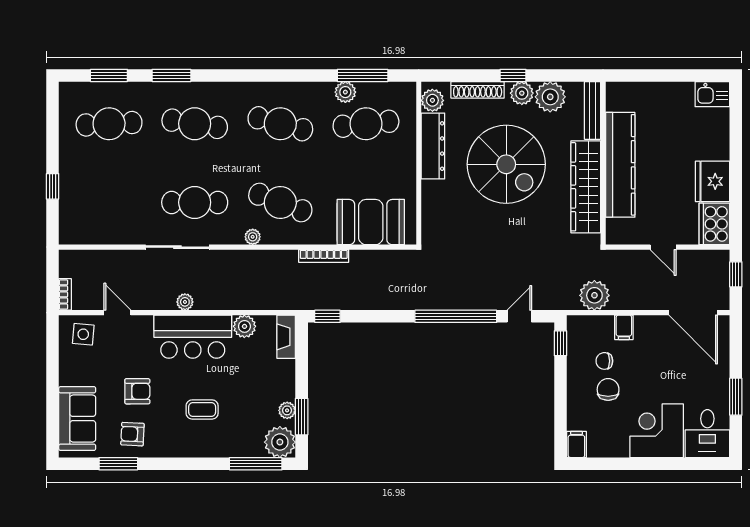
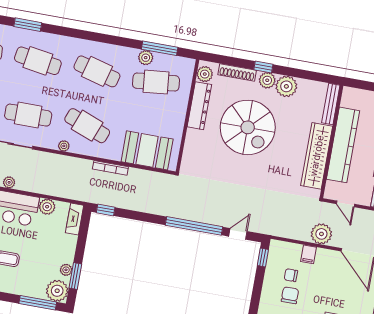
bench: (593, 110) -> (331, 104), moved
wall: (603, 163) -> (332, 142), moved
kitchen counter: (620, 165) -> (343, 145), moved
wardrobe: (586, 187) -> (317, 156), moved
plant: (594, 295) -> (321, 234), moved

